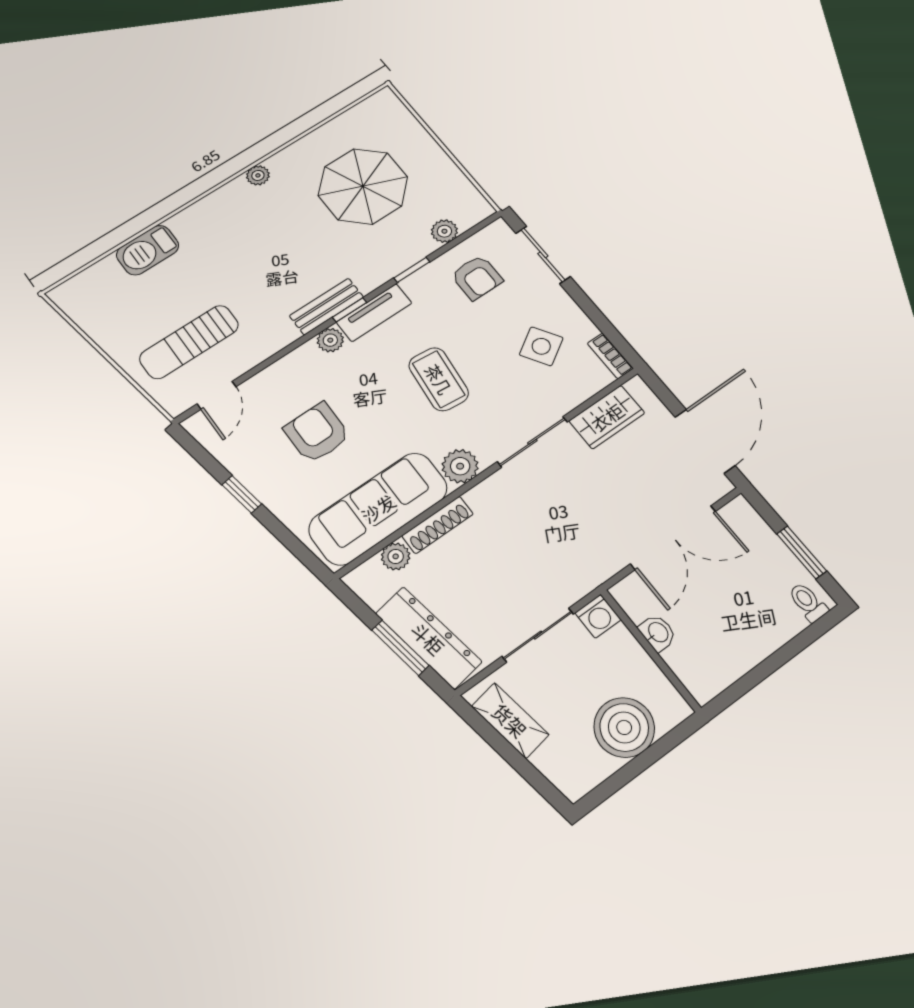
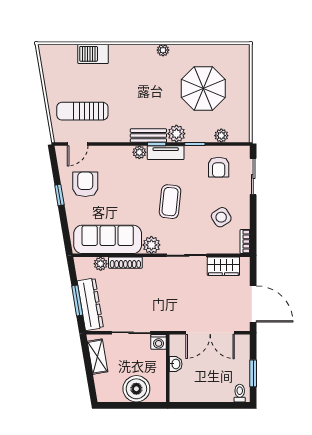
plant: (370, 275) -> (176, 134), added
armchair: (317, 433) -> (85, 184), moved
door: (705, 441) -> (253, 304), hinge flipped

